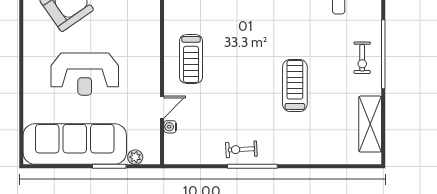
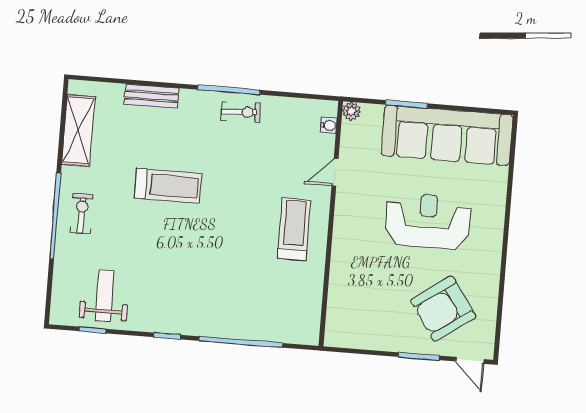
treadmill: (295, 86) -> (168, 186), turned -90
water cooler: (170, 127) -> (329, 125), moved
bench: (314, 156) -> (152, 96), added
plant: (135, 157) -> (351, 111), moved

